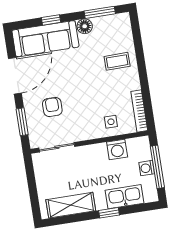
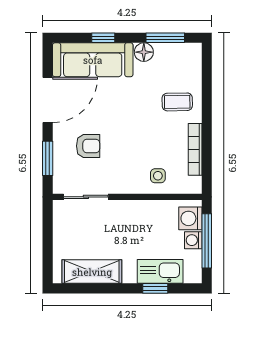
armchair: (52, 107) -> (88, 146), turned 90
bookcase: (139, 111) -> (195, 149), moved
washing machine: (117, 149) -> (190, 218), moved, turned 90
window: (109, 213) -> (155, 288), moved

